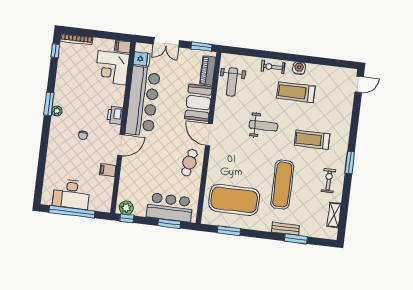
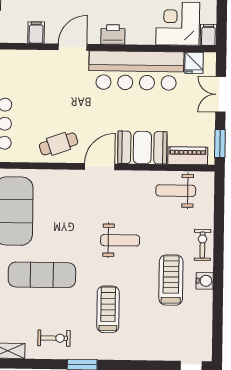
weight bench: (263, 126) -> (120, 240), turned -90
door: (121, 145) -> (73, 47), swing flipped
cafe table: (189, 163) -> (59, 144), turned -31

